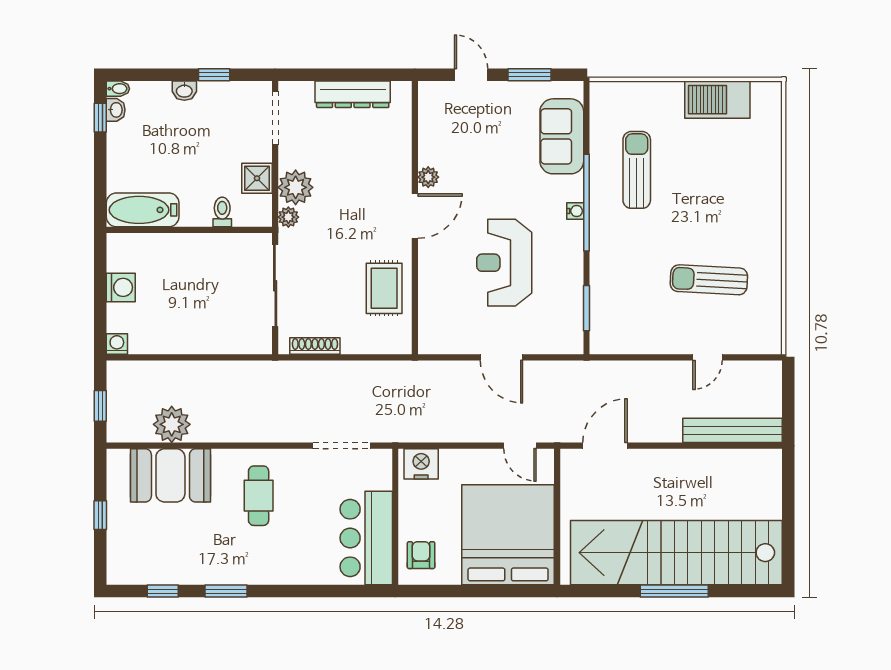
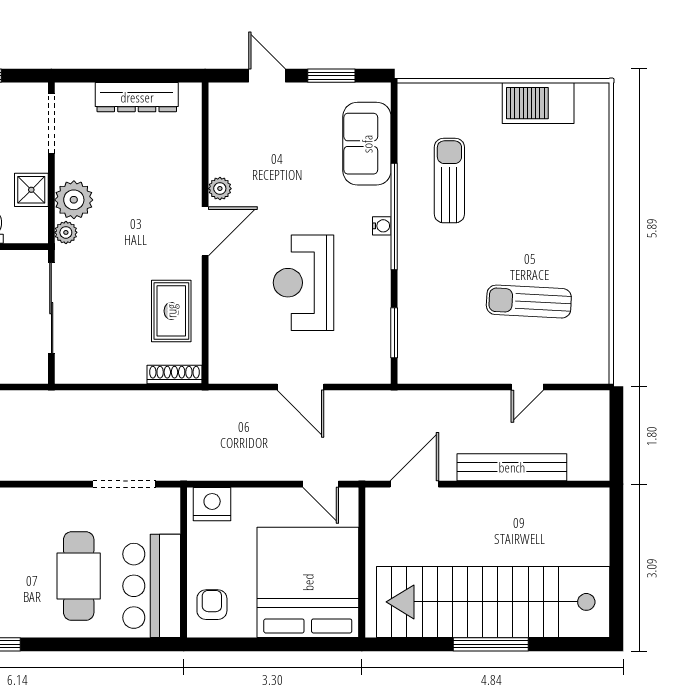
shoe rack: (315, 346) -> (174, 374), moved
bench: (733, 430) -> (512, 467), moved
cafe table: (259, 496) -> (79, 576), moved, width x1.37, depth x1.35

